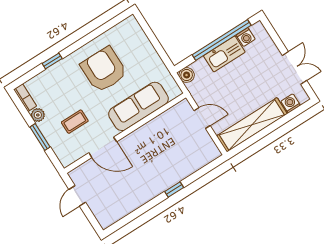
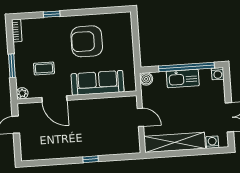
washing machine: (246, 37) -> (218, 74), moved
armchair: (104, 70) -> (87, 41), turned -90
plant: (38, 115) -> (22, 93), moved

